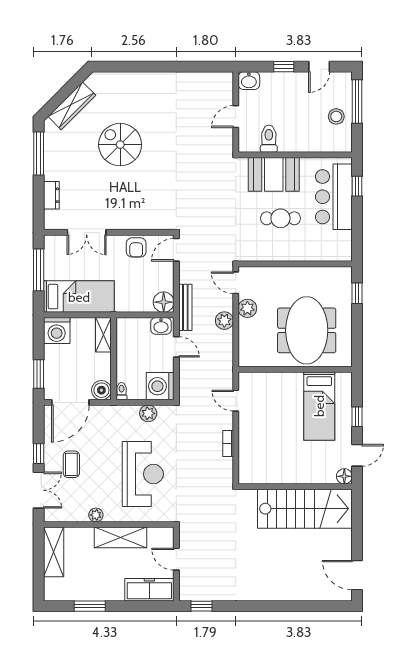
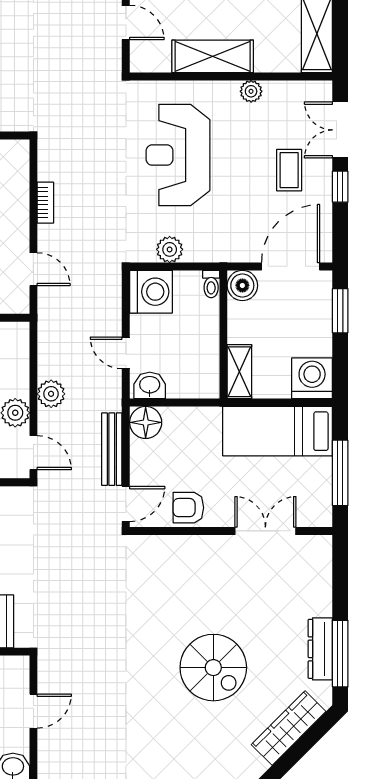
dresser: (51, 195) -> (320, 649), moved, width x1.44
armchair: (136, 247) -> (188, 508), turned -90
bench: (185, 307) -> (112, 449), moved

